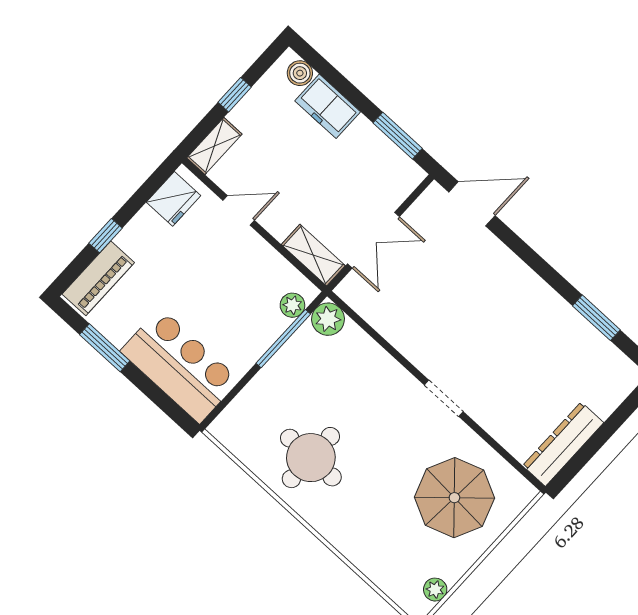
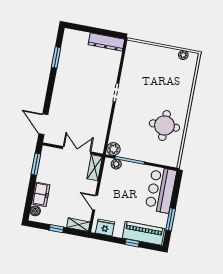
piano: (98, 278) -> (143, 233), width x1.37, depth x1.33
parasol: (454, 498) -> (148, 68), removed

